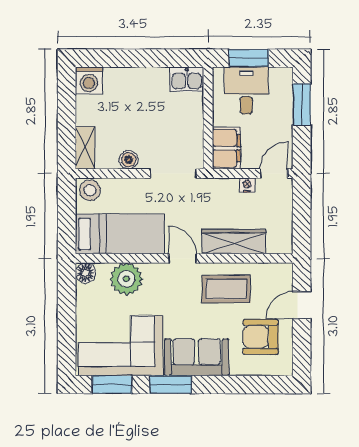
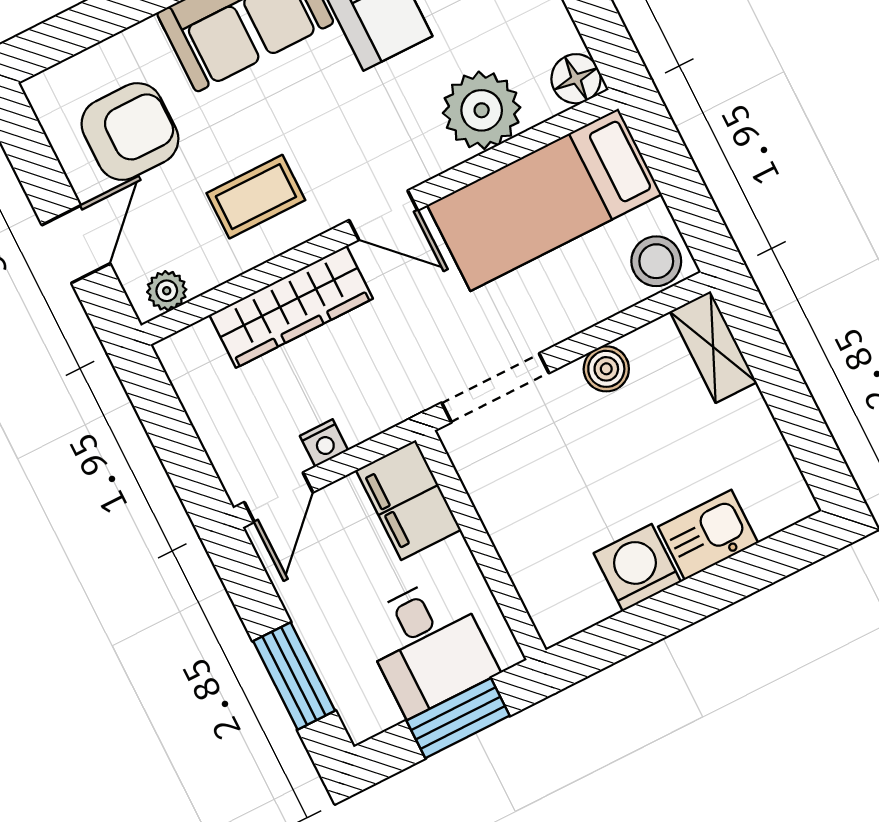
kitchen sink: (187, 79) -> (708, 535), moved
washing machine: (89, 80) -> (637, 568), moved
plant: (277, 271) -> (167, 291), added
coffee table: (226, 289) -> (256, 197), width x0.73, depth x0.77

